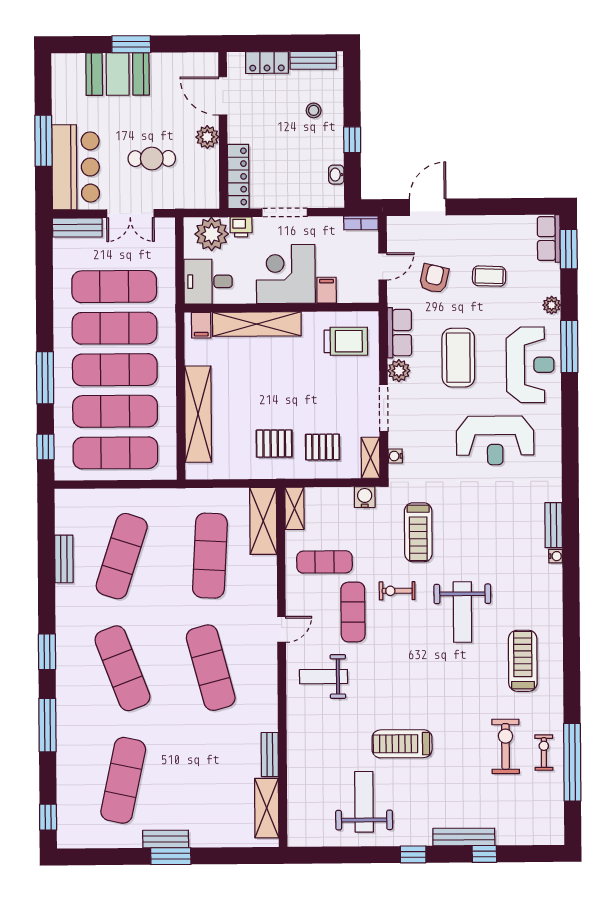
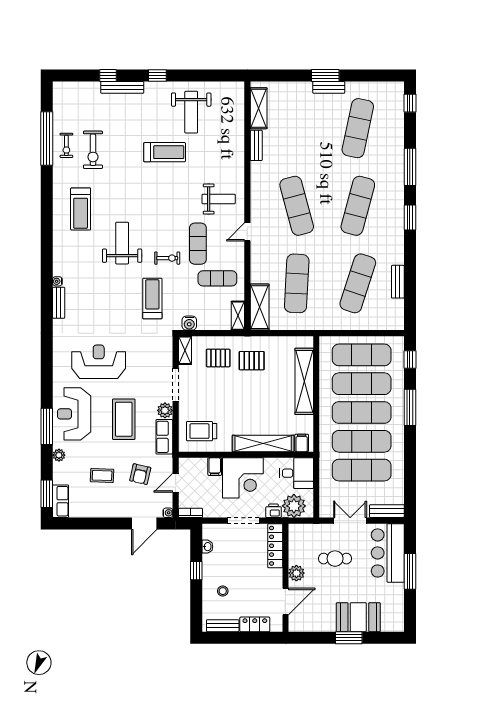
door: (223, 96) -> (285, 602), hinge flipped
water cooler: (395, 456) -> (168, 513), moved
exercise mat: (122, 668) -> (358, 206), turned 36

